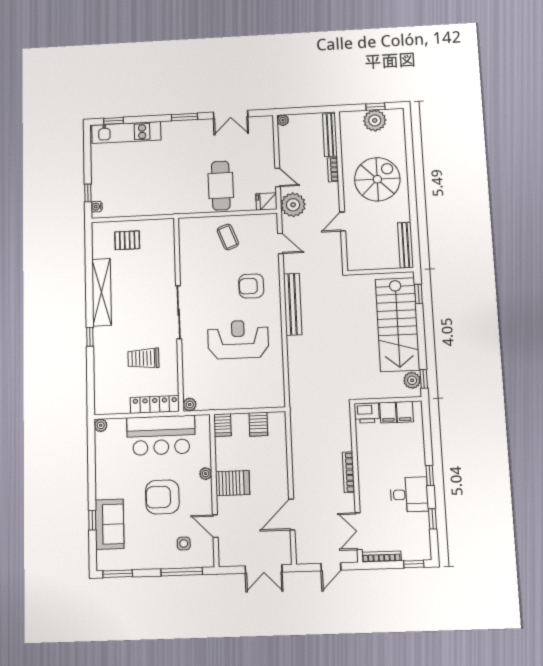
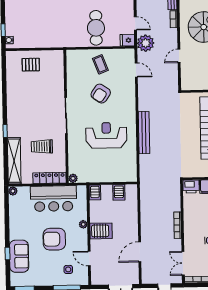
armchair: (251, 286) -> (101, 94), moved, turned -56
shelving: (102, 292) -> (14, 161), moved
bench: (293, 304) -> (144, 133), moved

